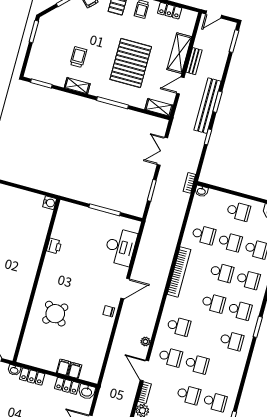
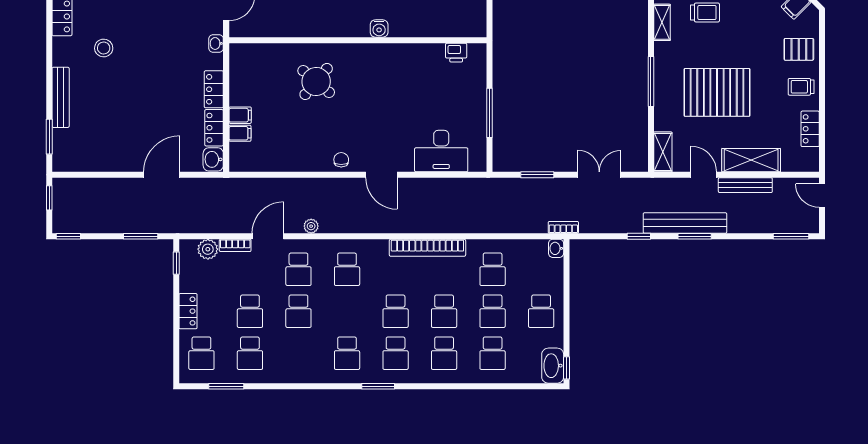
bench: (194, 61) -> (745, 185), width x1.36
water cooler: (50, 203) -> (379, 29), moved
printer: (54, 246) -> (456, 53), moved
locker: (32, 377) -> (214, 89), moved

